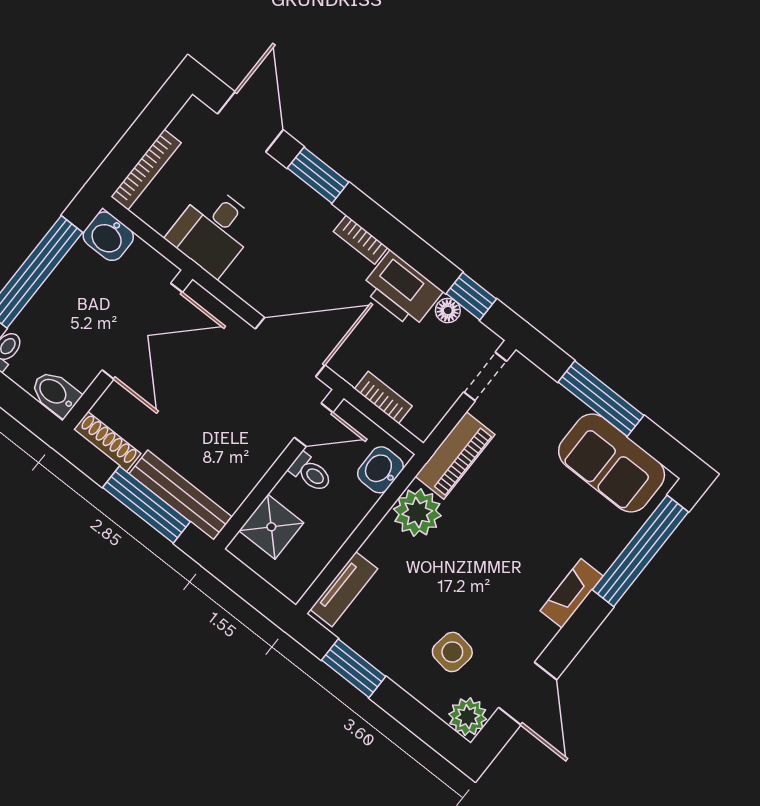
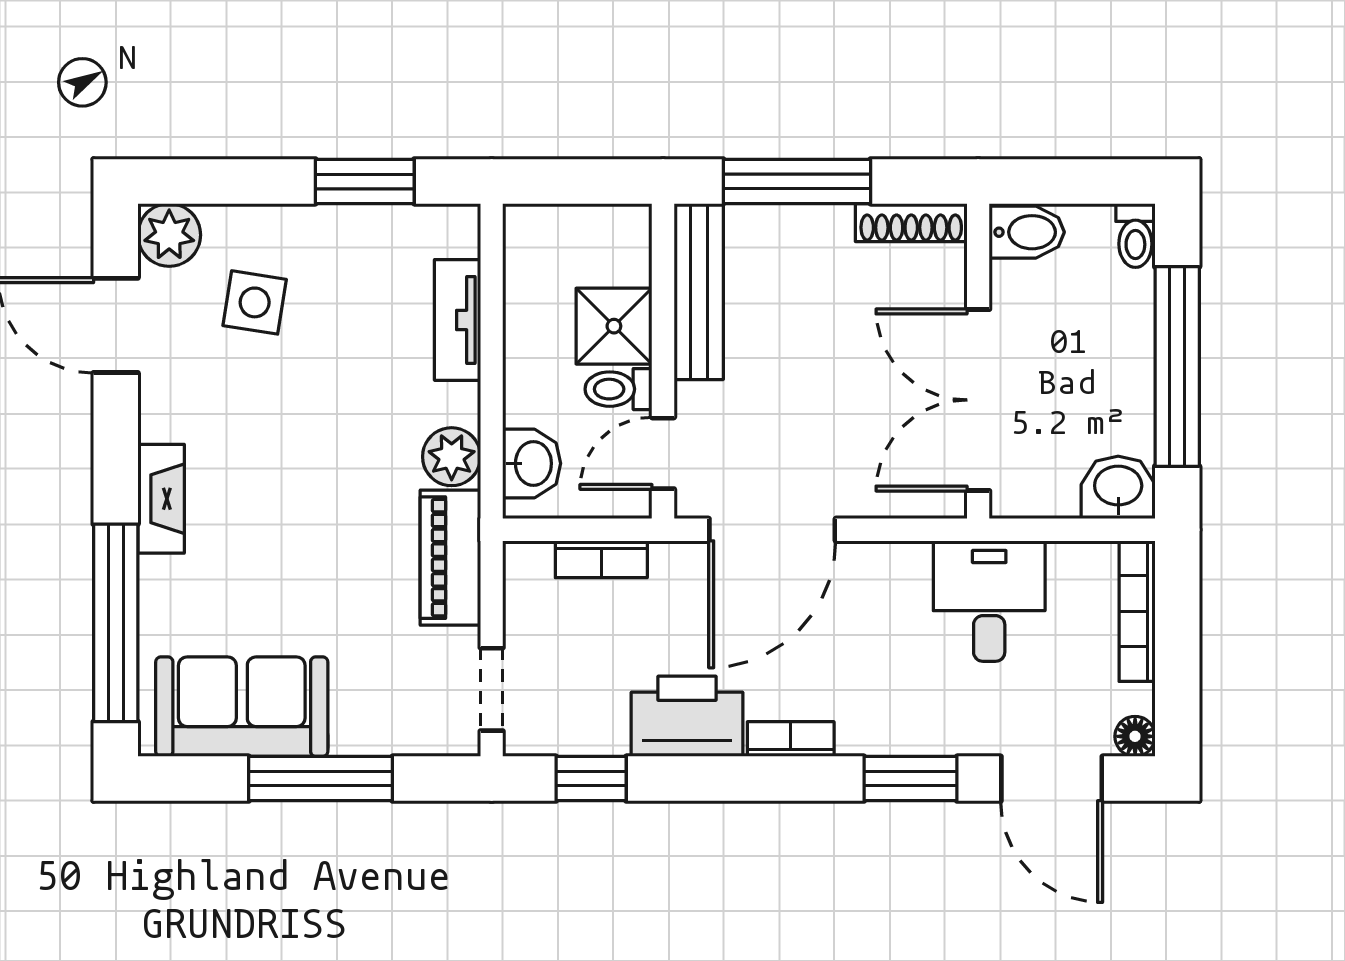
floor lamp: (448, 311) -> (1135, 736), moved
bench: (180, 495) -> (699, 292), moved, turned 90
plant: (417, 512) -> (452, 457), width x0.73, depth x0.73
shower: (271, 527) -> (614, 326), moved
tv unit: (344, 589) -> (458, 320), moved

